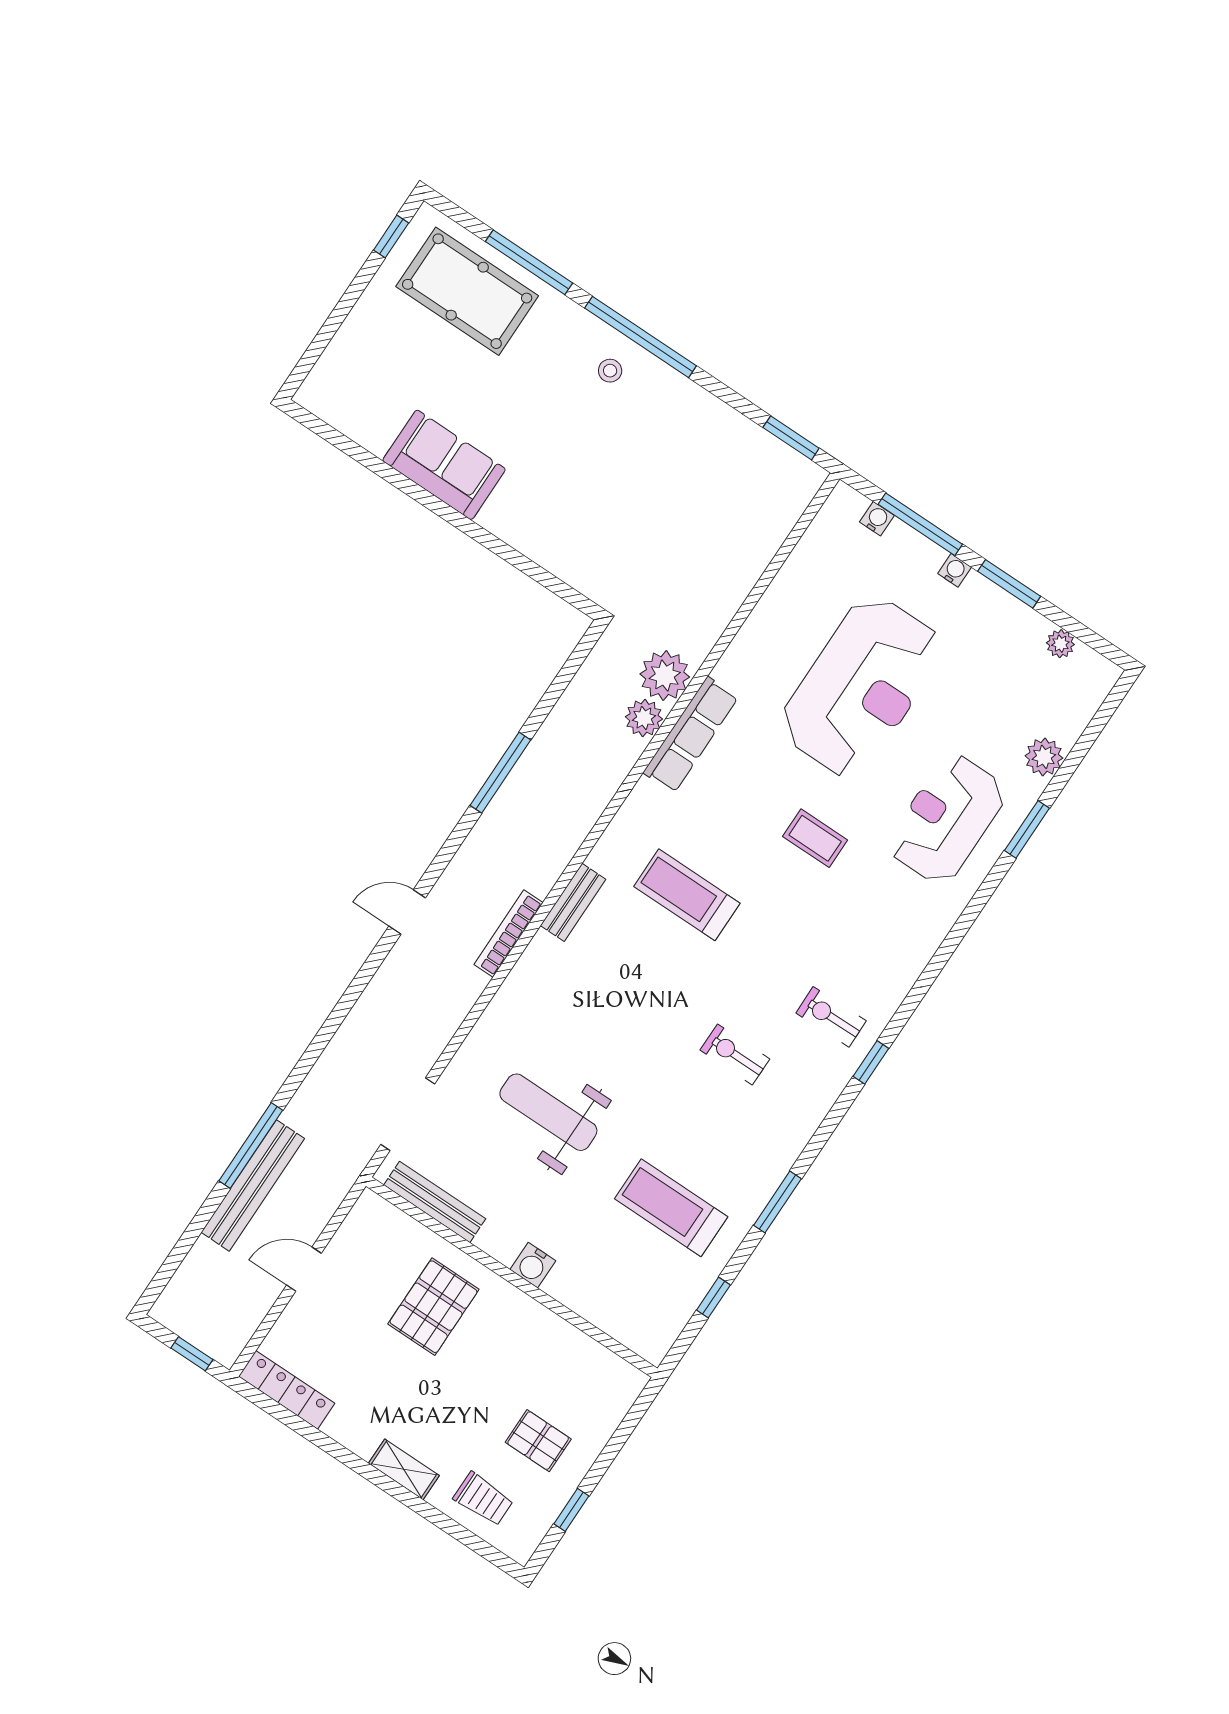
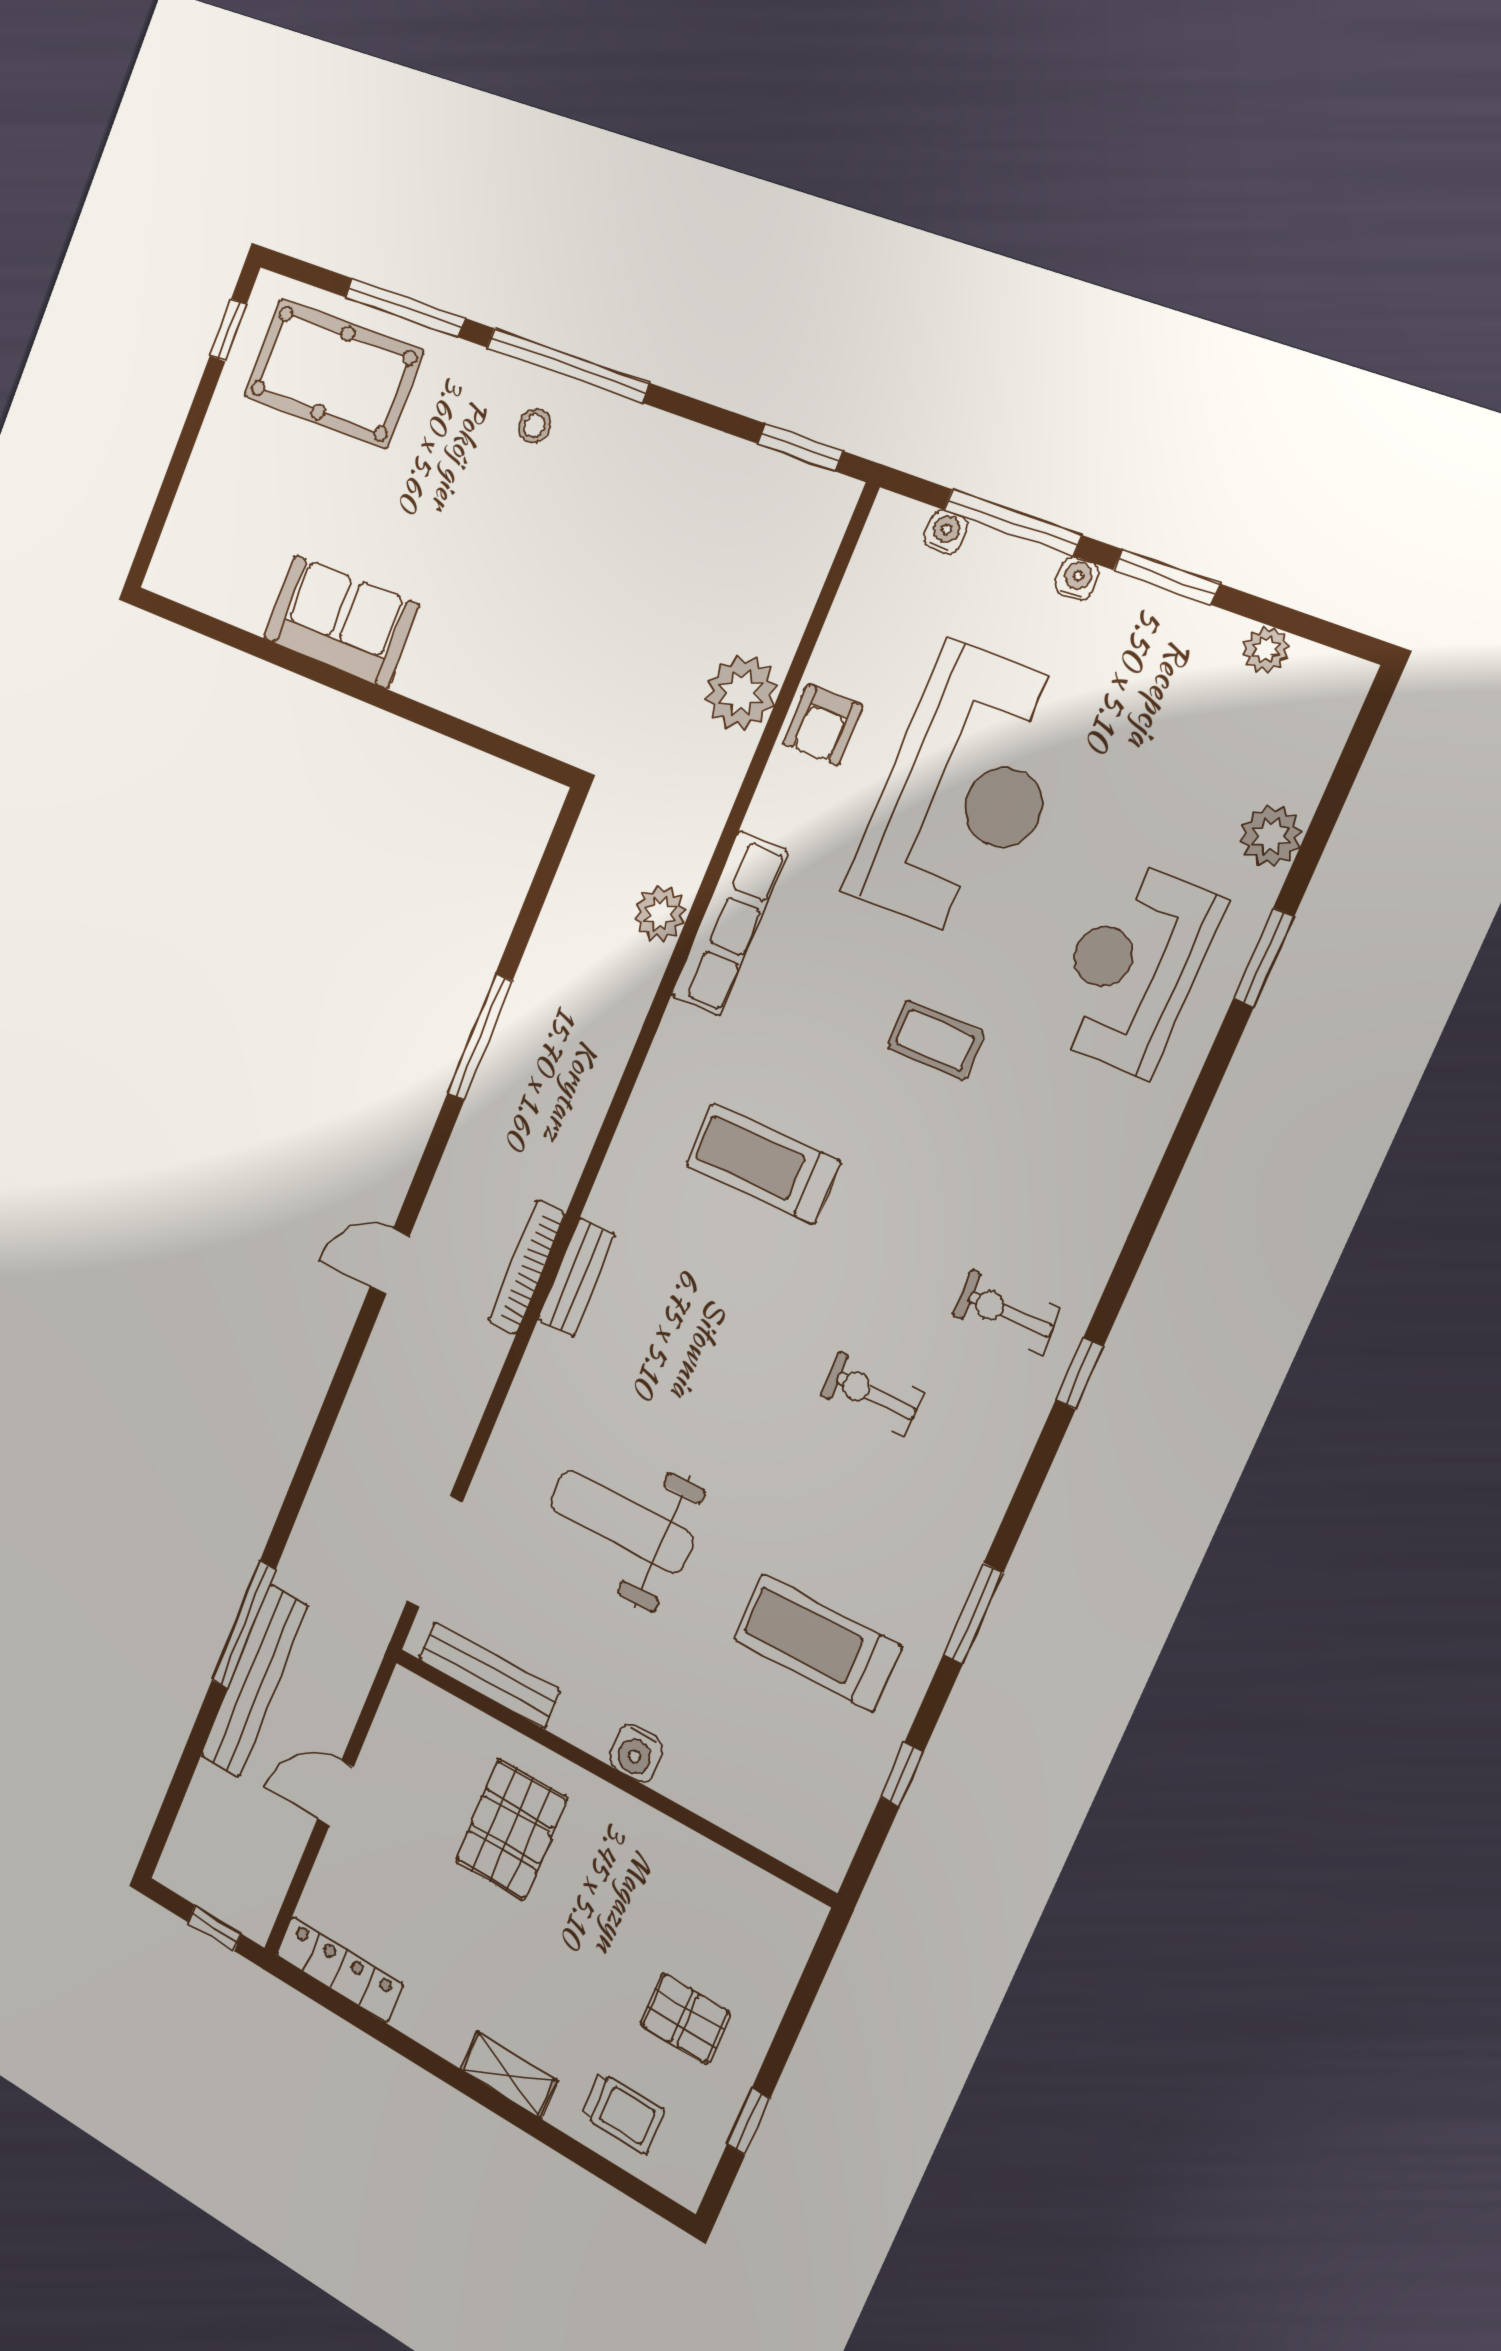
armchair: (776, 621) -> (823, 725), added
plant: (665, 676) -> (741, 693), moved
bench: (573, 902) -> (577, 1277), moved

